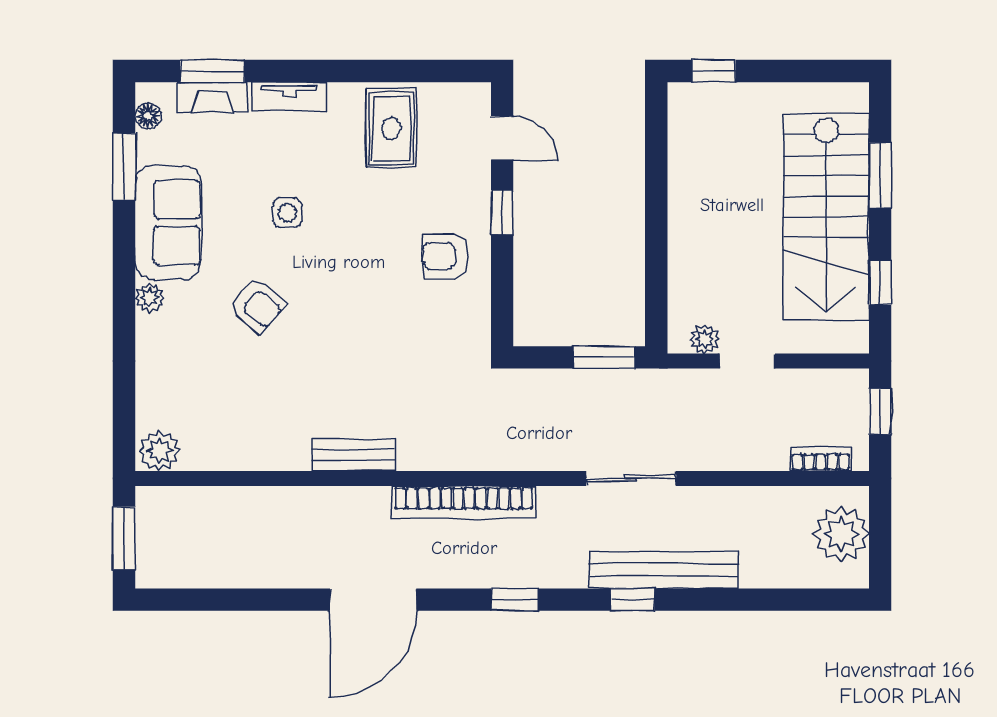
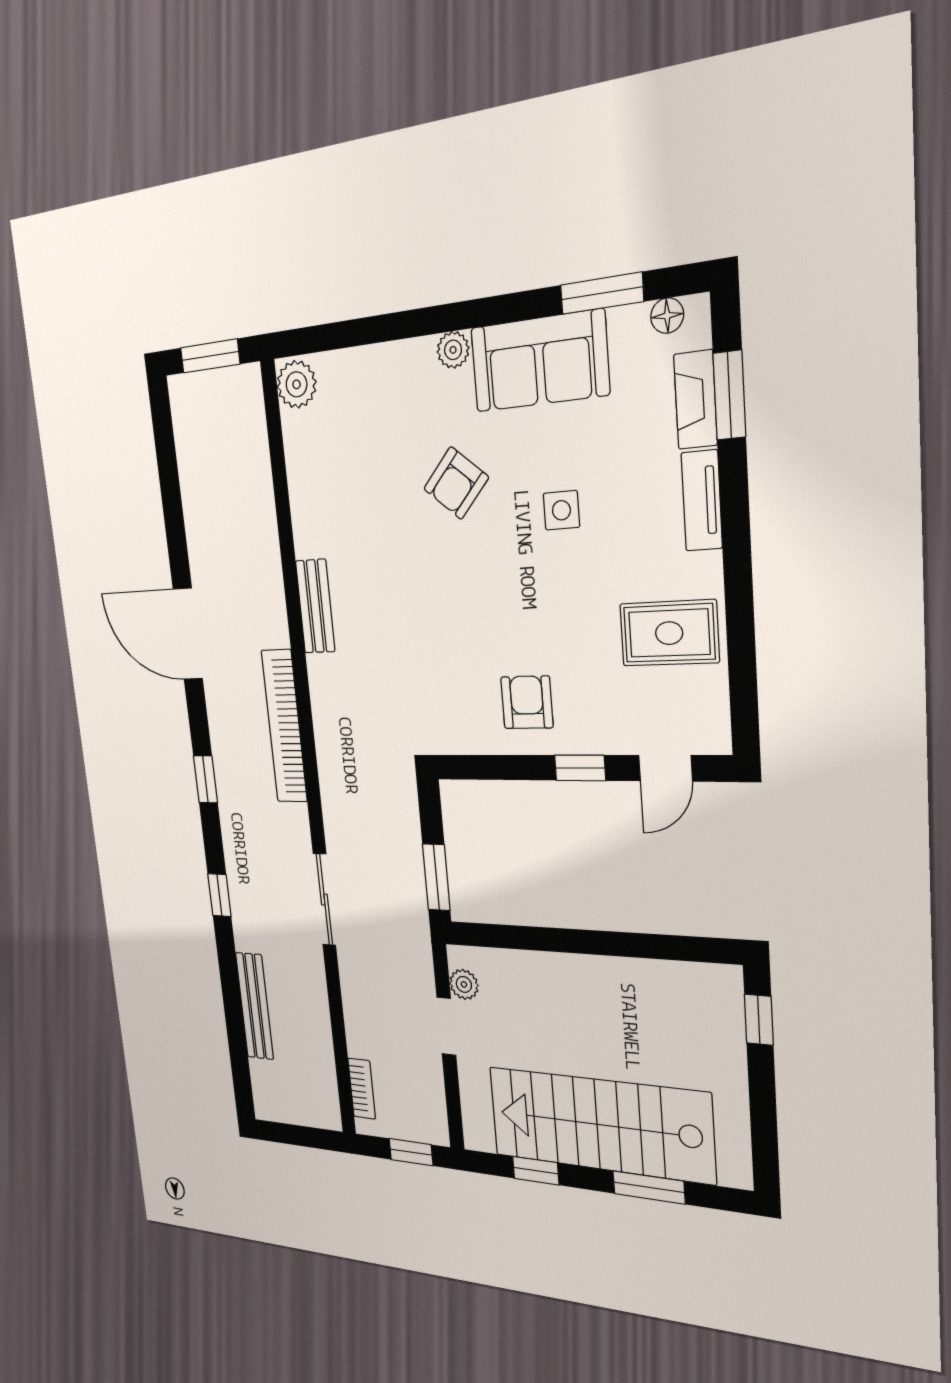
plant: (841, 534) -> (298, 1100), removed
bench: (663, 570) -> (255, 1006), moved, width x0.73, depth x0.82

